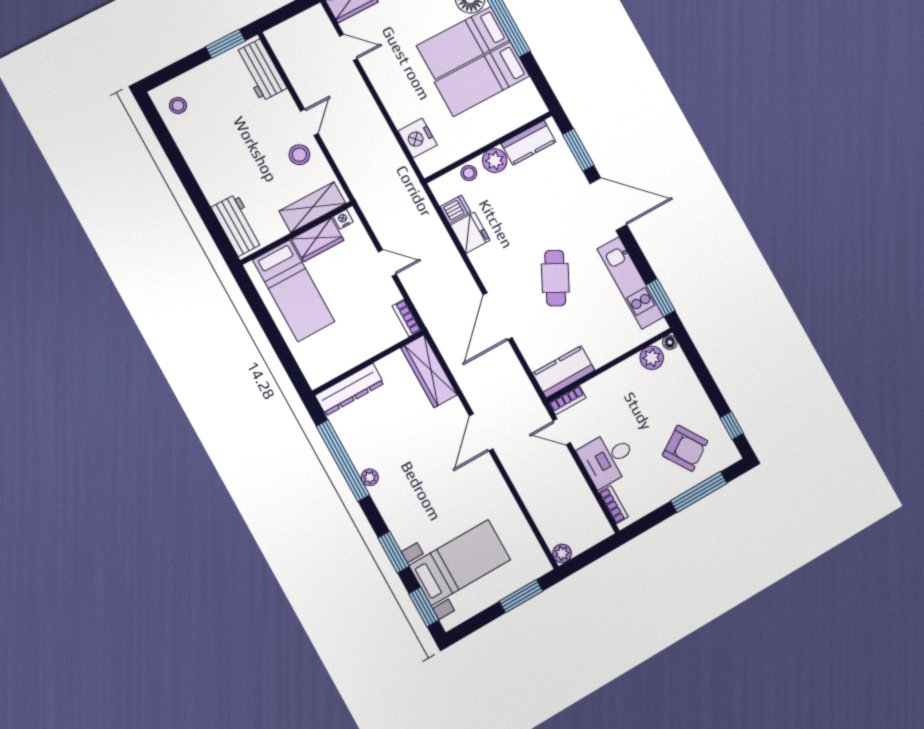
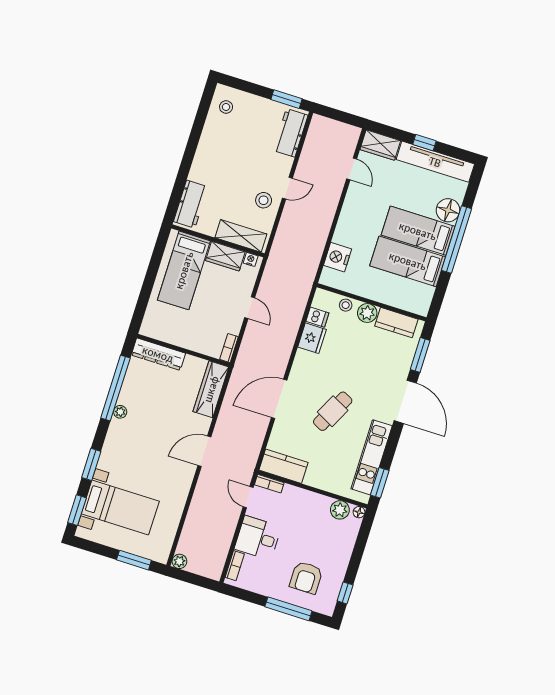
armchair: (685, 448) -> (306, 578), turned 33

